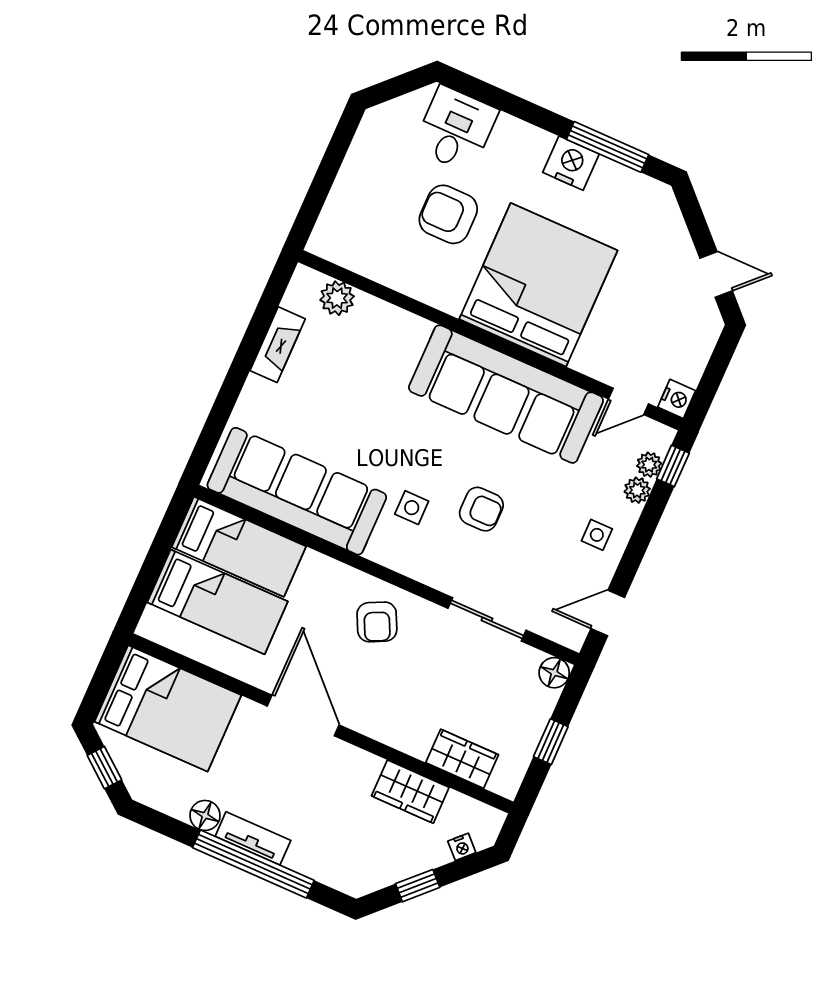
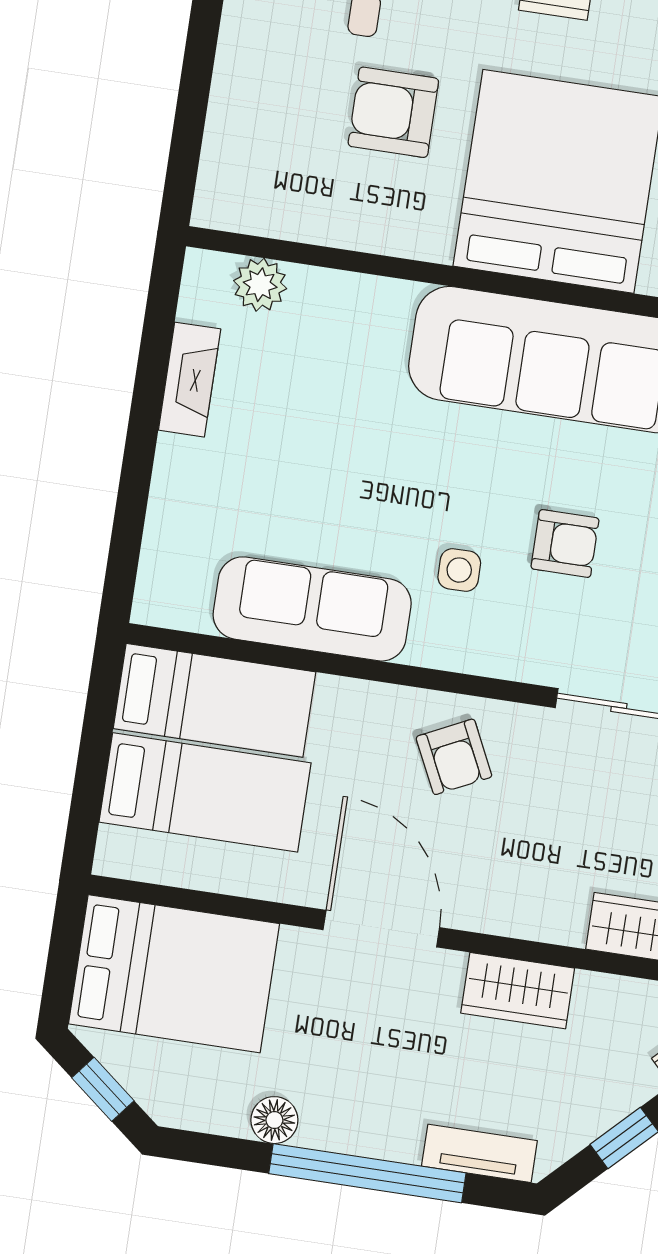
sofa: (297, 491) -> (312, 609), width x0.74, depth x0.79
wardrobe: (410, 792) -> (518, 991), moved
tv unit: (253, 838) -> (479, 1153), moved

